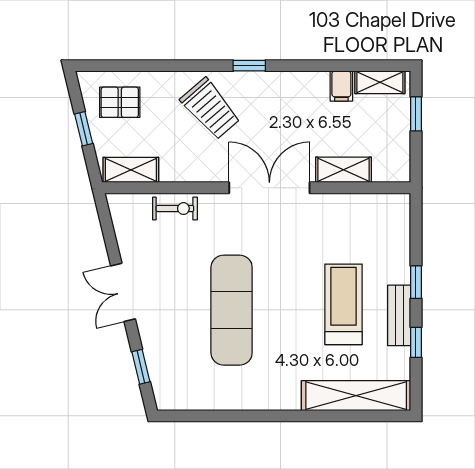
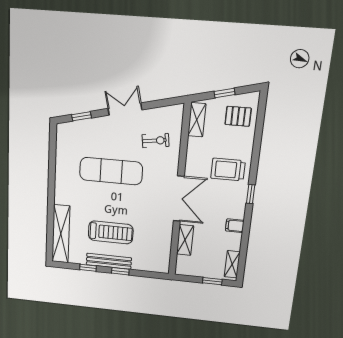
filing cabinet: (341, 86) -> (235, 226), moved
pallet: (120, 102) -> (238, 116), turned 90
trolley: (210, 109) -> (228, 170), turned 41
exercise bike: (175, 209) -> (156, 141), moved, turned -98
bench: (399, 315) -> (109, 261), width x1.36

